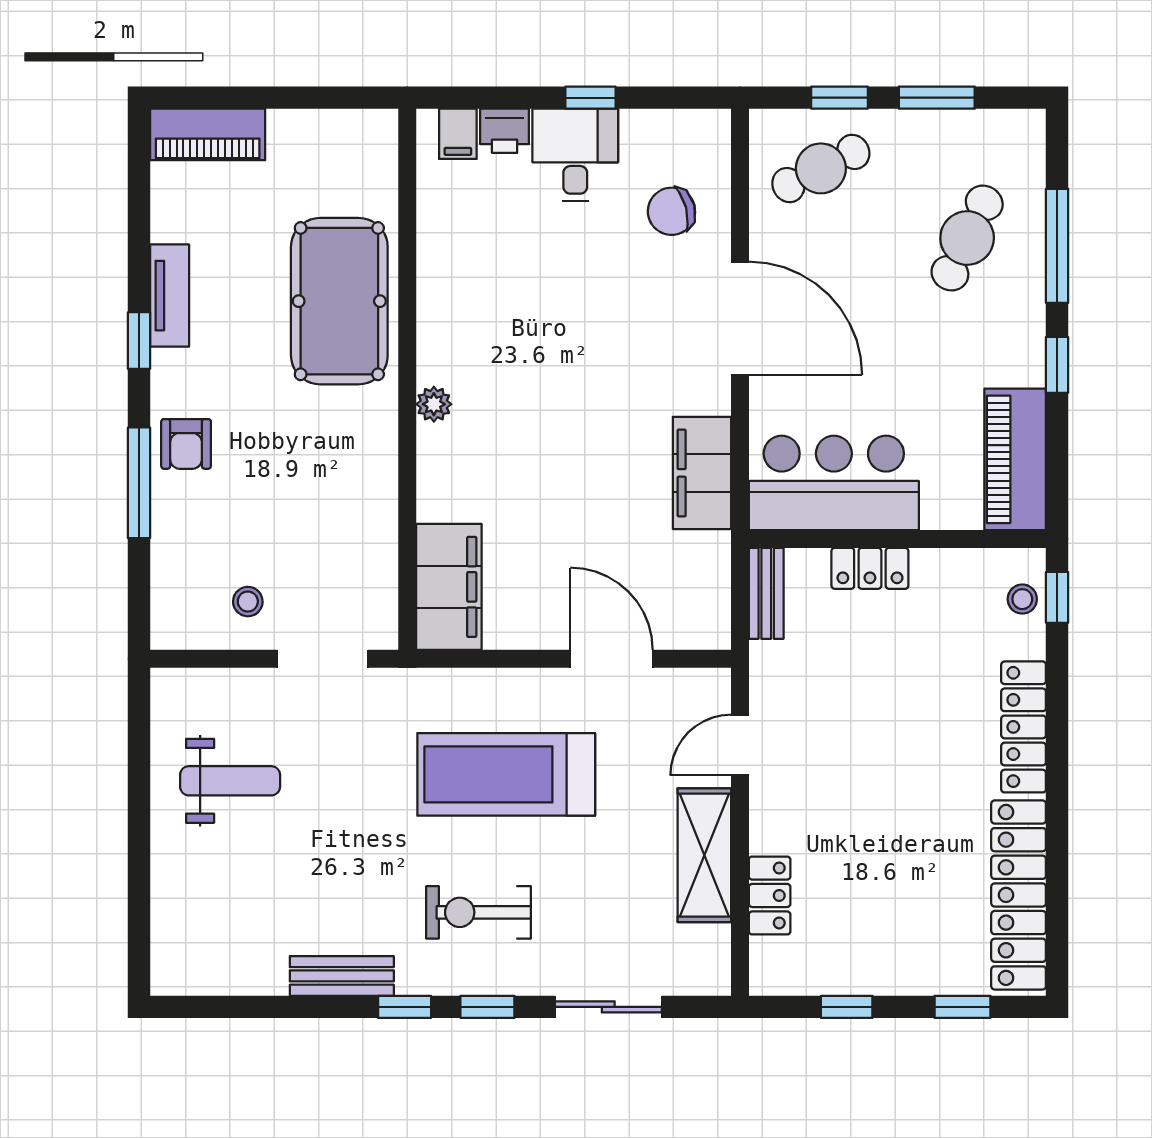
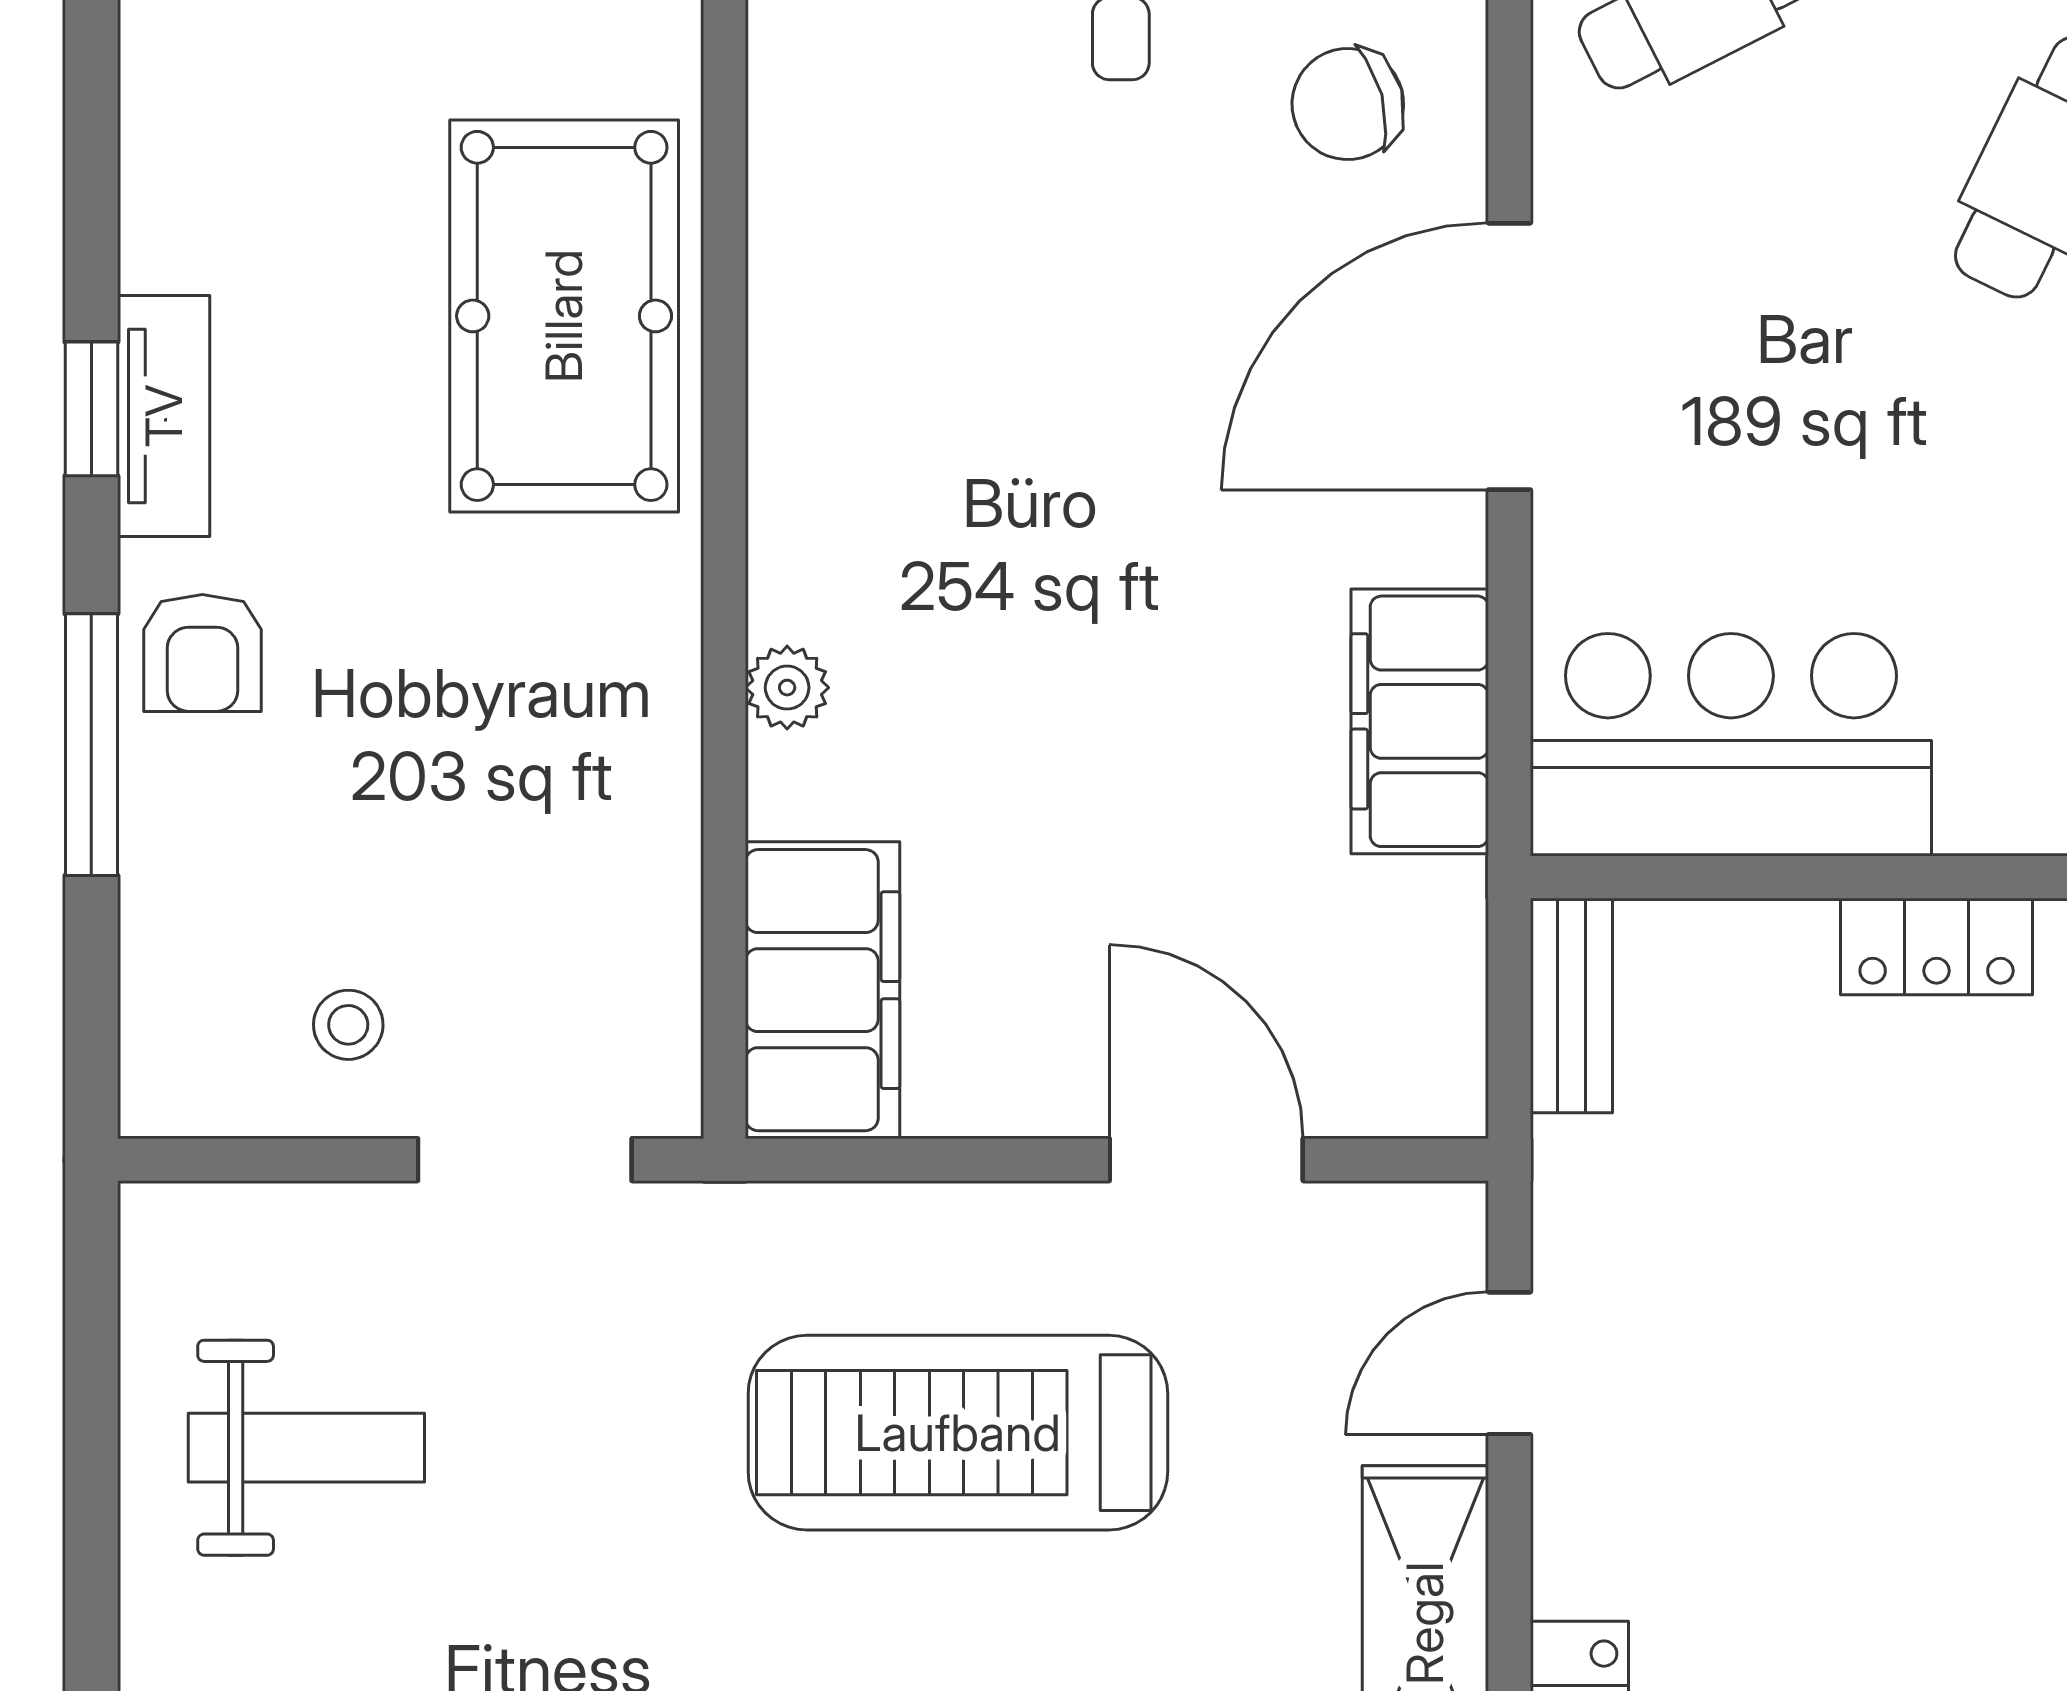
tv unit: (170, 296) -> (164, 416), moved
door: (740, 318) -> (1509, 356), swing flipped
plant: (434, 404) -> (787, 688), moved
locker: (870, 568) -> (1937, 947), moved

